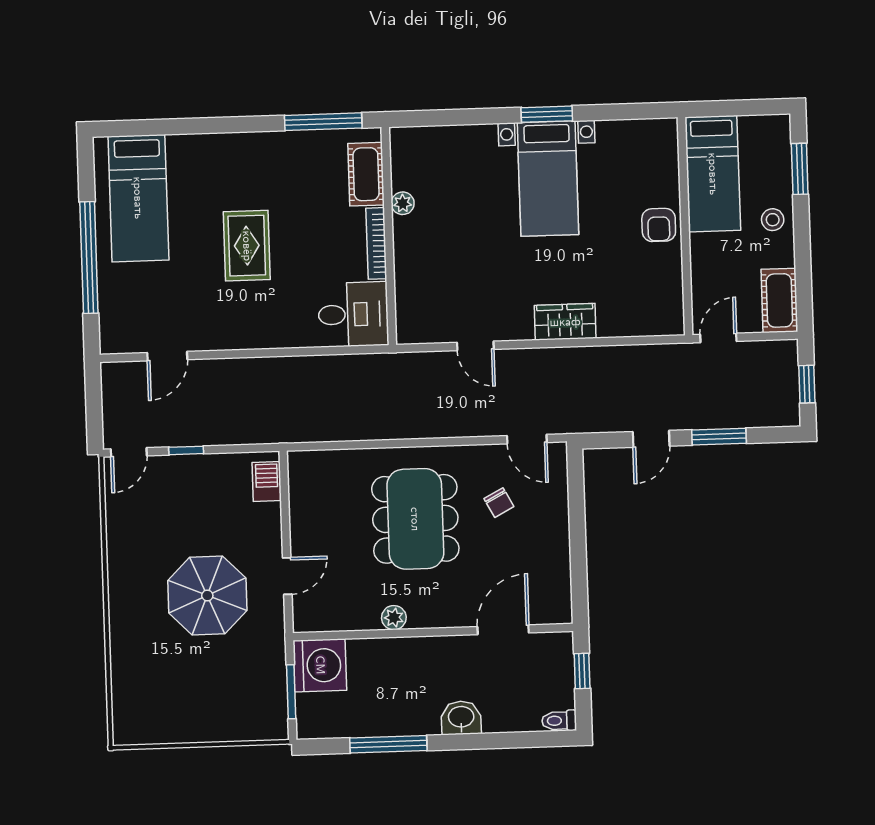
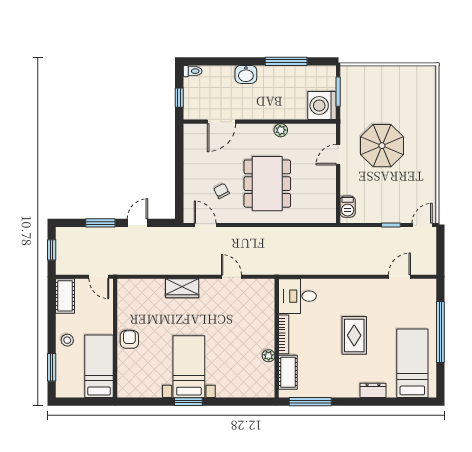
dresser: (209, 146) -> (373, 390), added
door: (718, 338) -> (99, 277), hinge flipped

